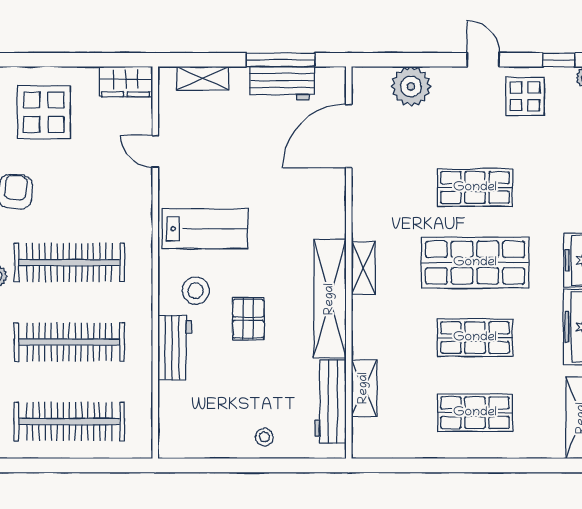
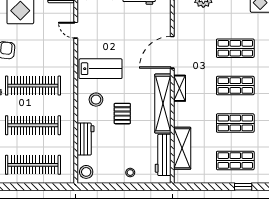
door: (349, 136) -> (172, 52), moved
shop shelf: (475, 263) -> (235, 86), width x0.70, depth x0.74
workbench: (175, 347) -> (85, 139), moved
shelving: (364, 388) -> (182, 148), width x1.50, depth x1.33
stool: (176, 436) -> (86, 172), added
window: (491, 465) -> (243, 187), added

